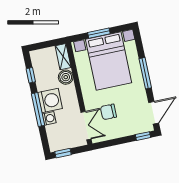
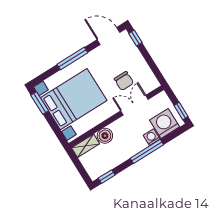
window: (99, 33) -> (40, 103), moved
window: (31, 75) -> (107, 177), moved
washing machine: (50, 101) -> (165, 123), moved
double door: (86, 126) -> (134, 105), moved

